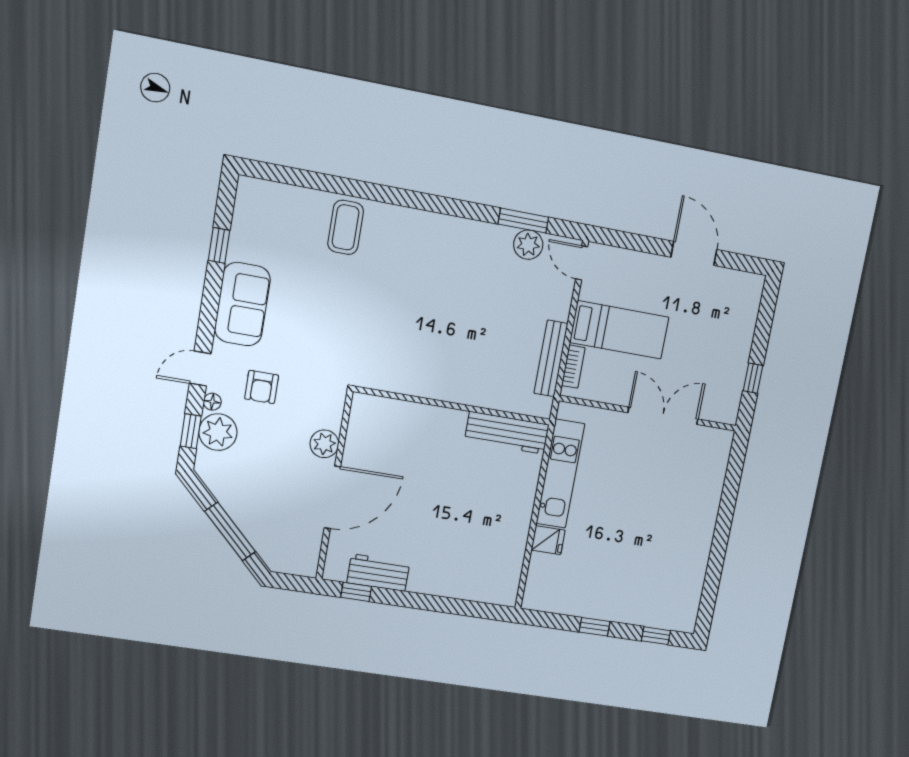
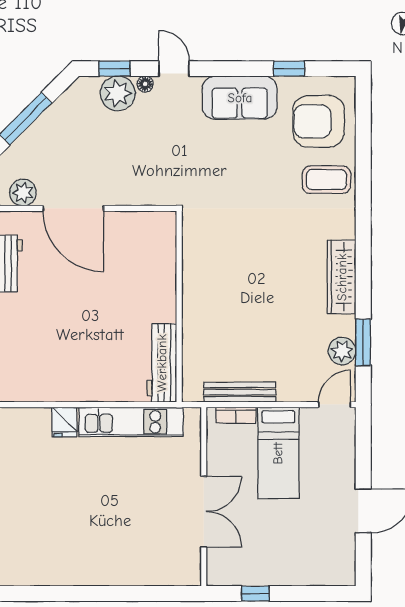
wardrobe: (451, 231) -> (342, 277), added
armchair: (262, 387) -> (319, 121), moved, width x1.88, depth x1.88
plant: (324, 444) -> (23, 193), moved

